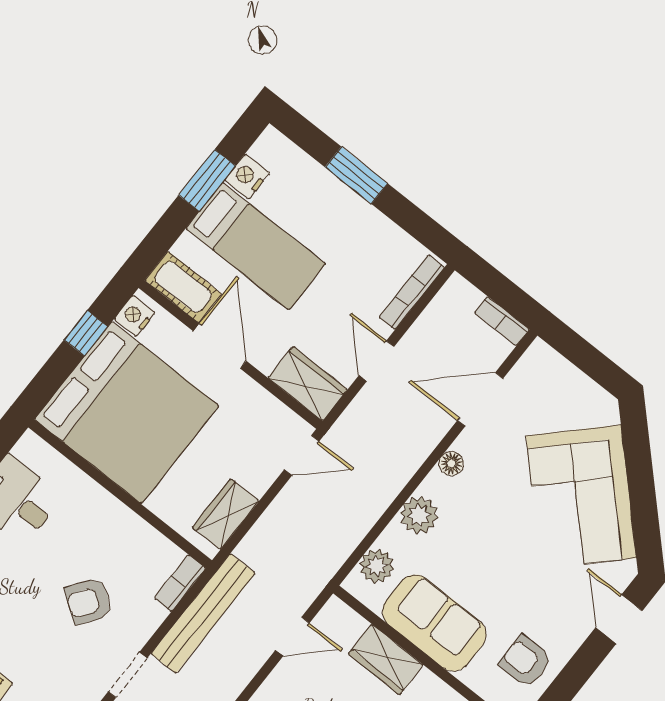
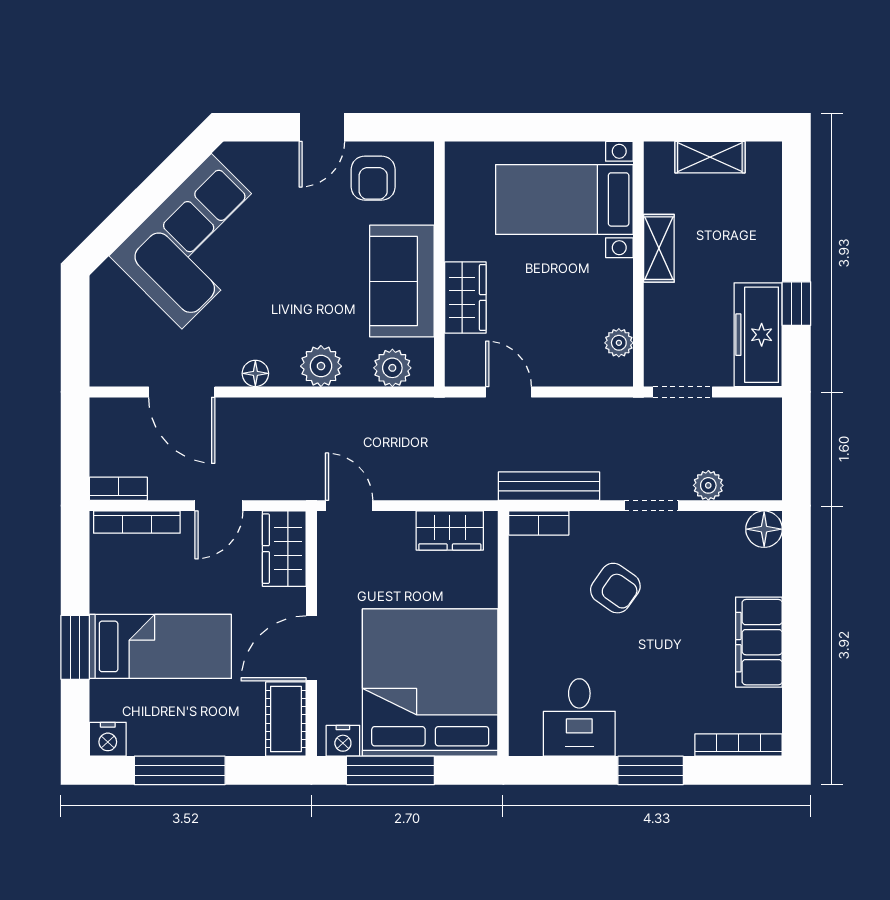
nightstand: (247, 176) -> (108, 739), moved
window: (207, 180) -> (180, 770), width x1.44
bed: (256, 246) -> (160, 646), moved, turned 90
bookcase: (502, 321) -> (118, 489), moved, turned -90
window: (86, 333) -> (390, 770), width x2.17
bench: (203, 613) -> (549, 486), width x0.73, depth x0.82
door: (619, 619) -> (322, 127), moved

